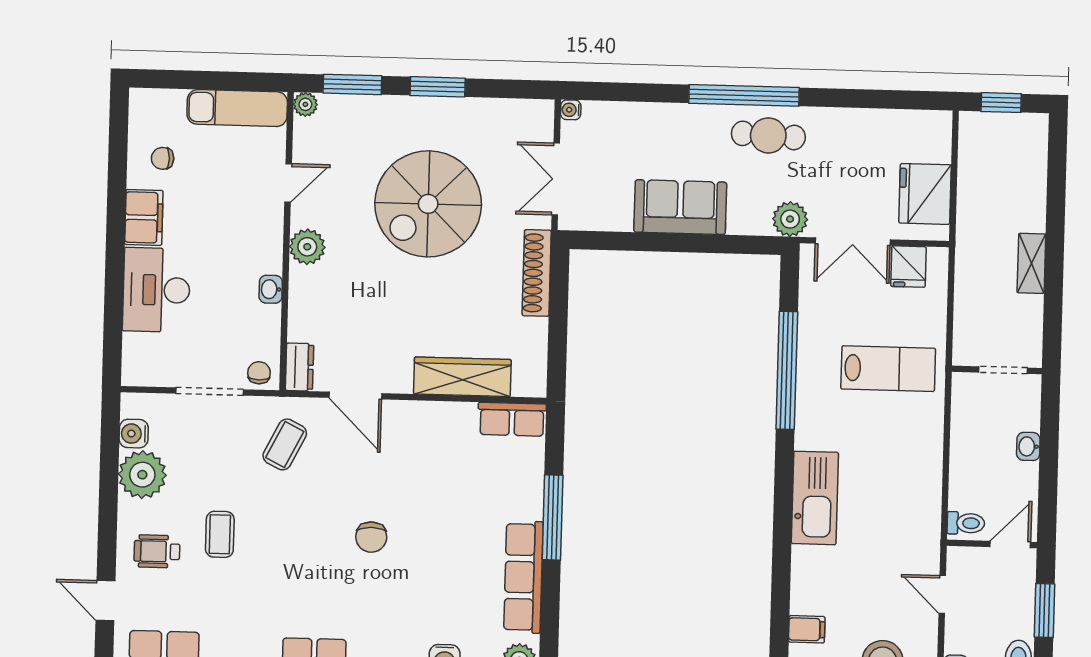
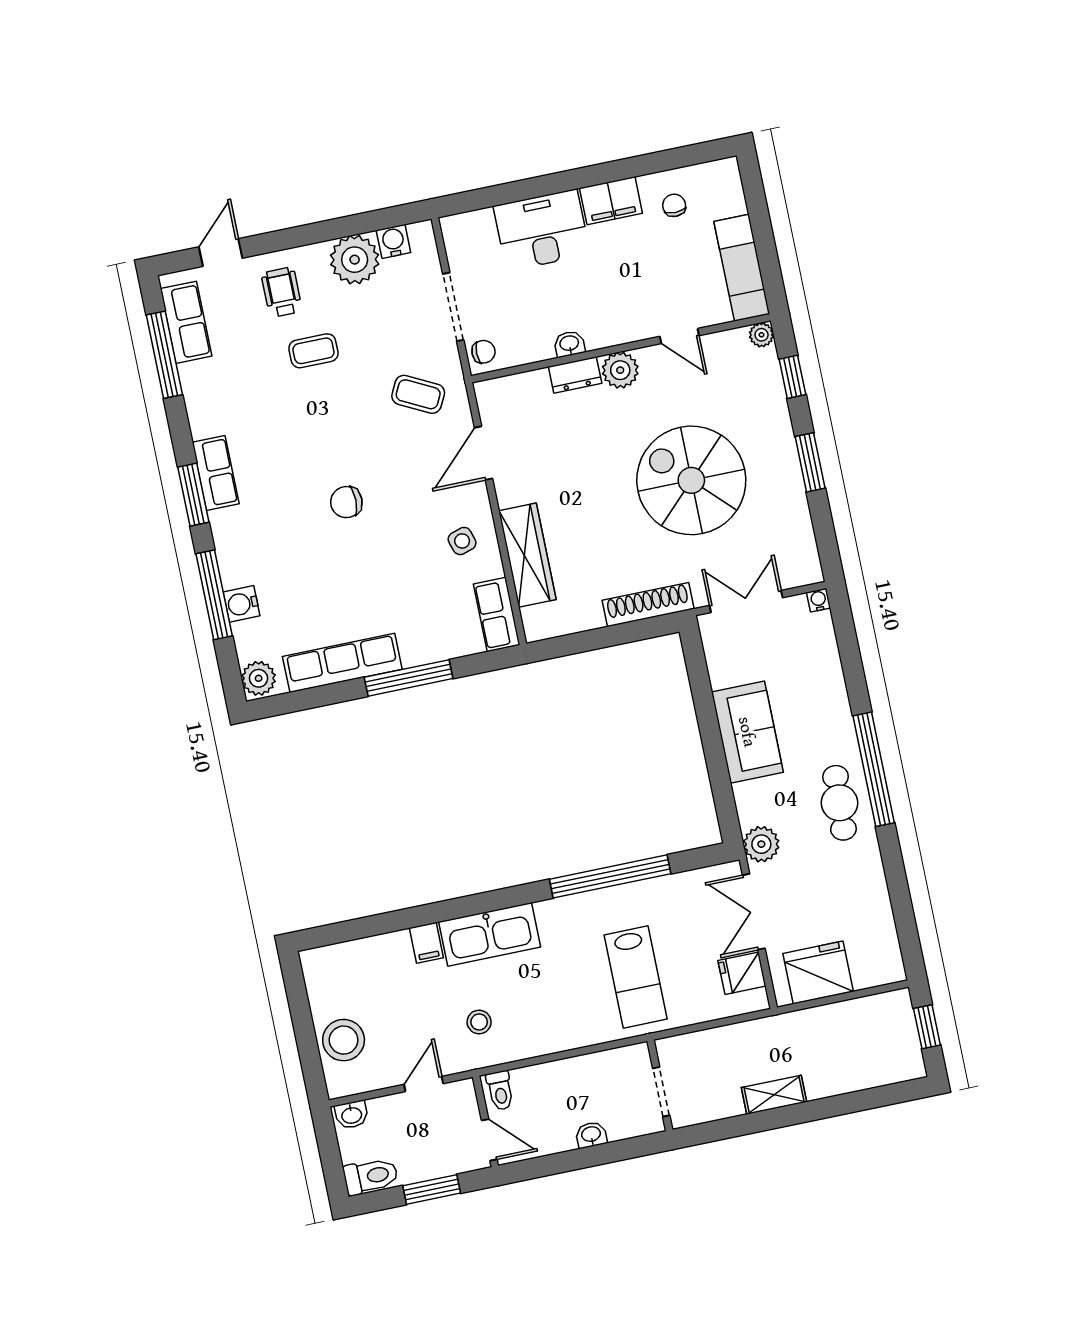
window: (352, 84) -> (792, 377), width x0.67
dresser: (300, 367) -> (575, 375), moved
side table: (434, 436) -> (462, 541), added
stool: (896, 528) -> (479, 1022), added
filing cabinet: (807, 629) -> (426, 943), moved

